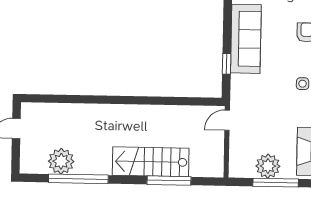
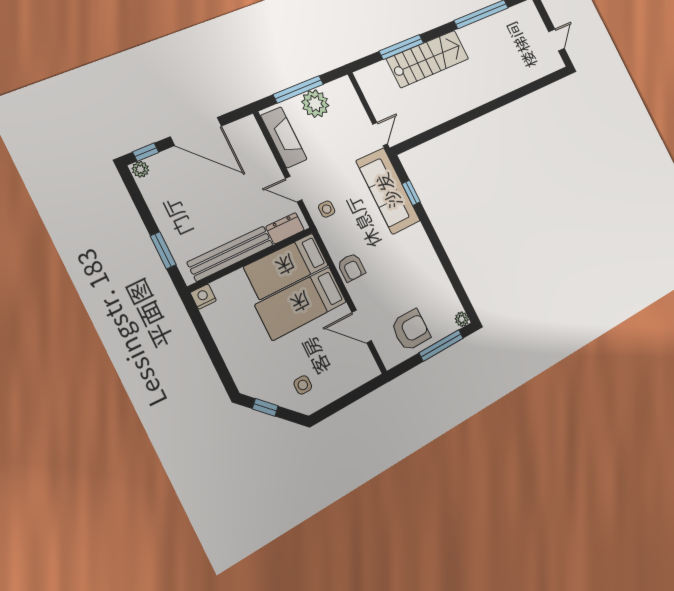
sofa: (246, 39) -> (388, 191), moved
plant: (61, 161) -> (504, 25), removed

